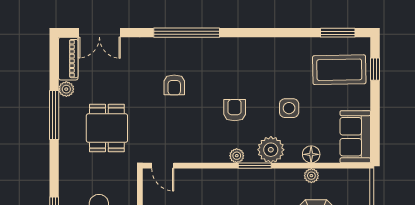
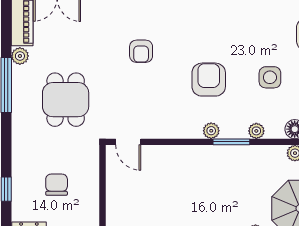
armchair: (235, 110) -> (209, 80), width x1.38, depth x1.38
plant: (271, 150) -> (256, 131), width x0.53, depth x0.53

